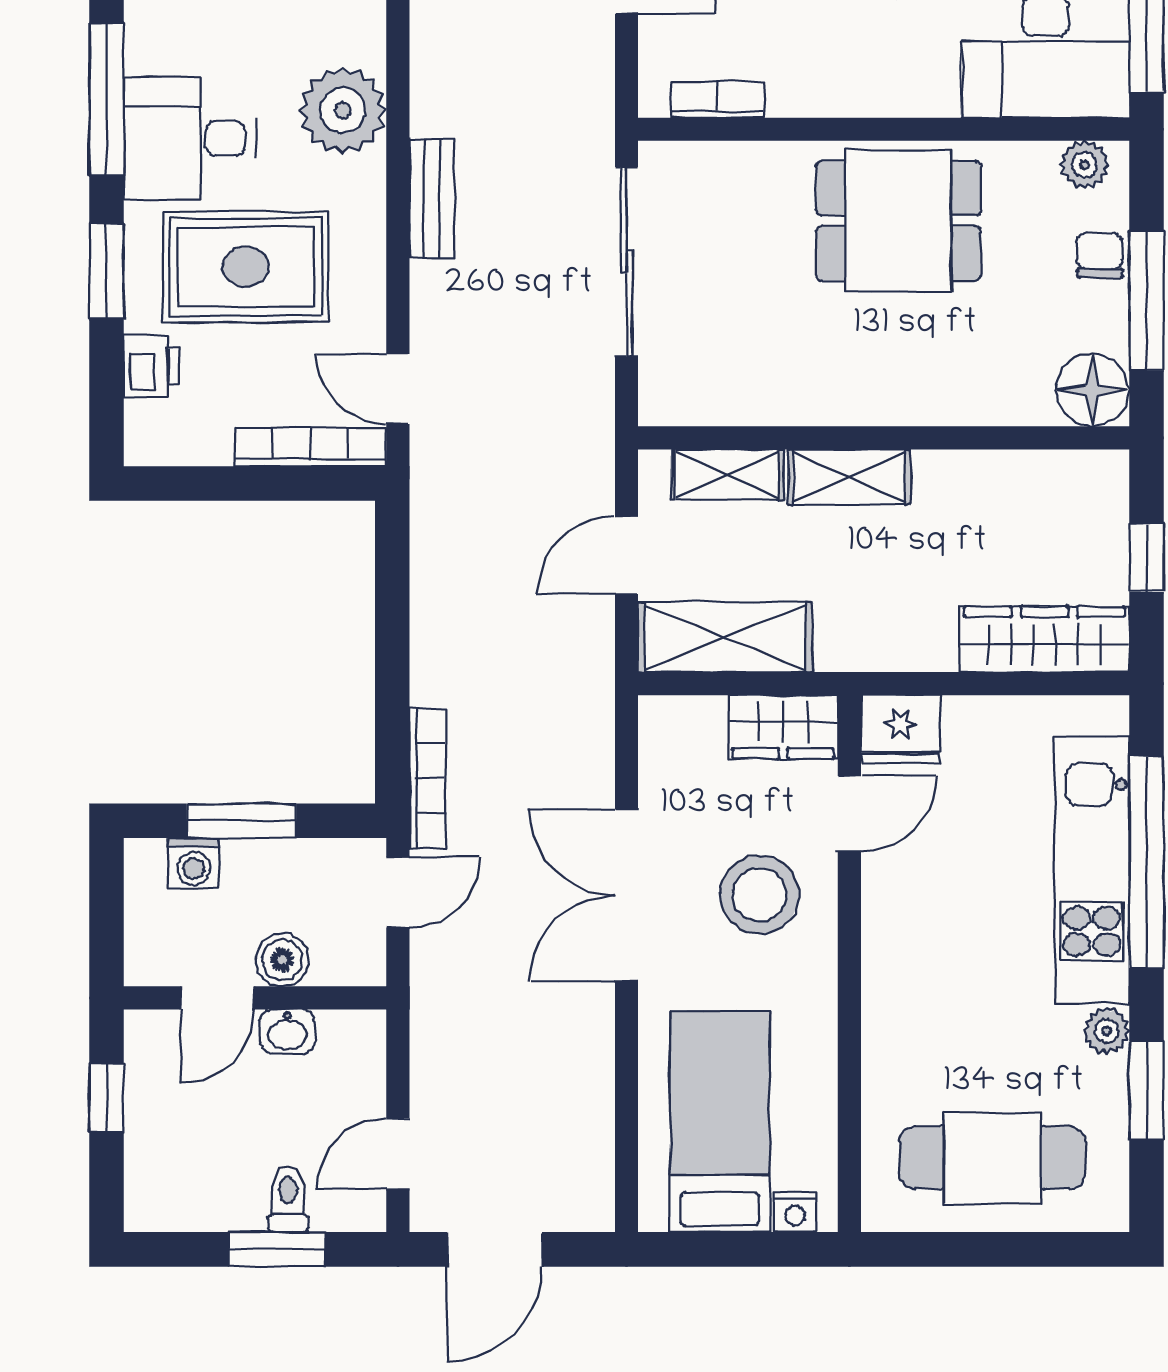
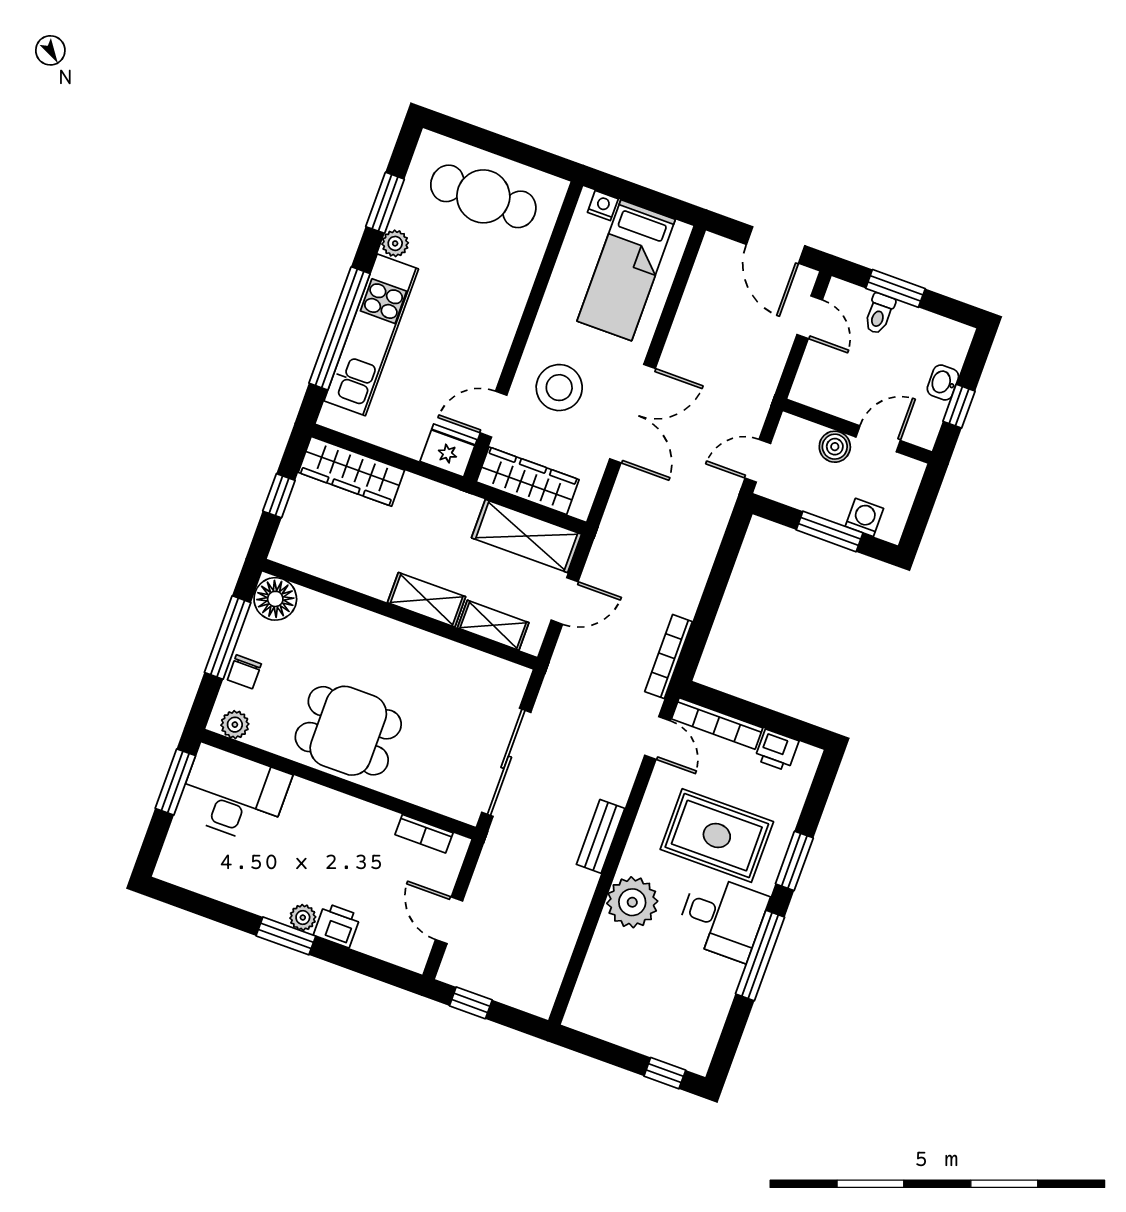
printer: (151, 366) -> (777, 750), moved, turned -90
wardrobe: (783, 727) -> (528, 481), width x1.50
bookcase: (427, 779) -> (669, 657), moved
washbasin: (287, 1032) -> (943, 383), moved, turned -90
door: (398, 1153) -> (810, 317), hinge flipped
door: (495, 1249) -> (776, 245), swing flipped

